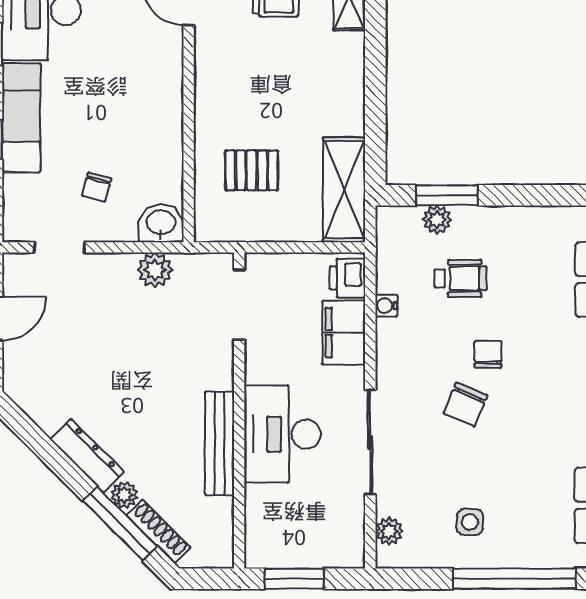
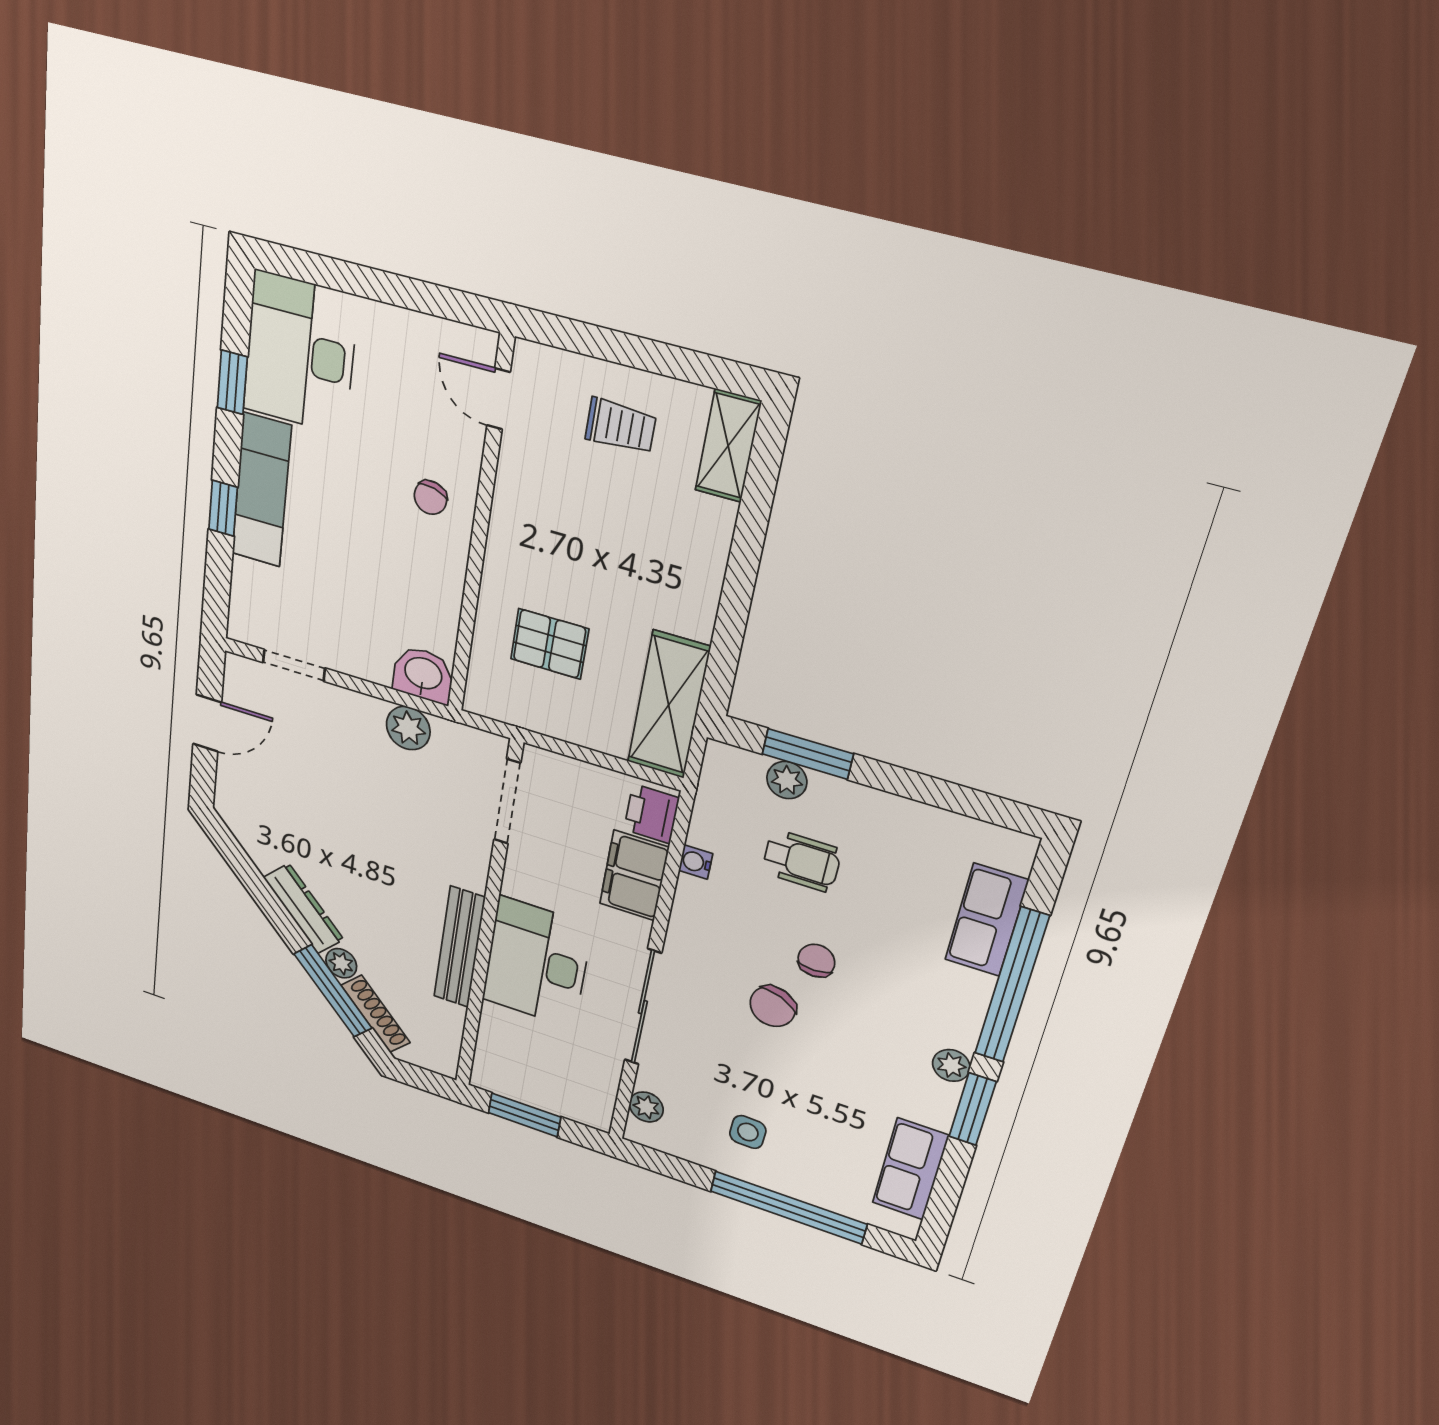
chair: (97, 187) -> (430, 498), moved

